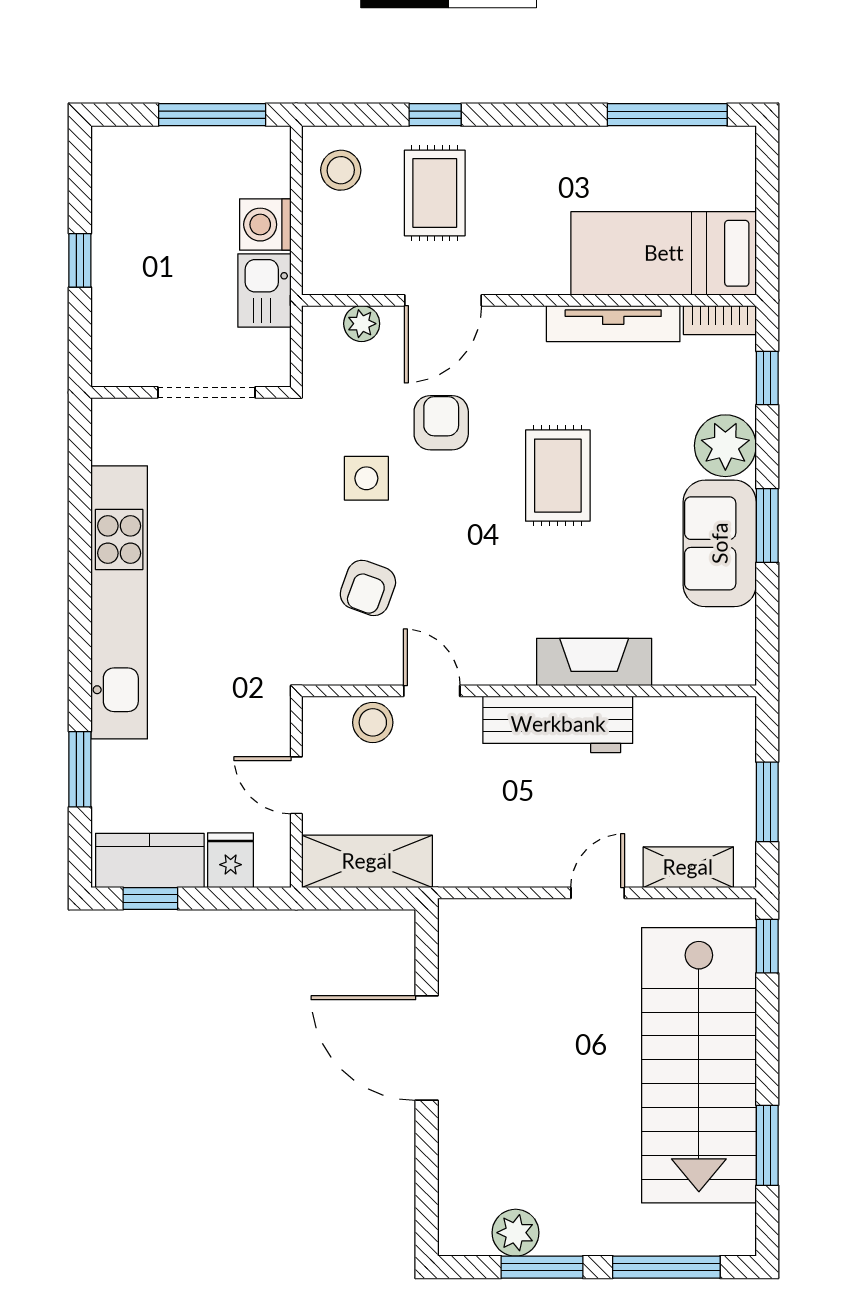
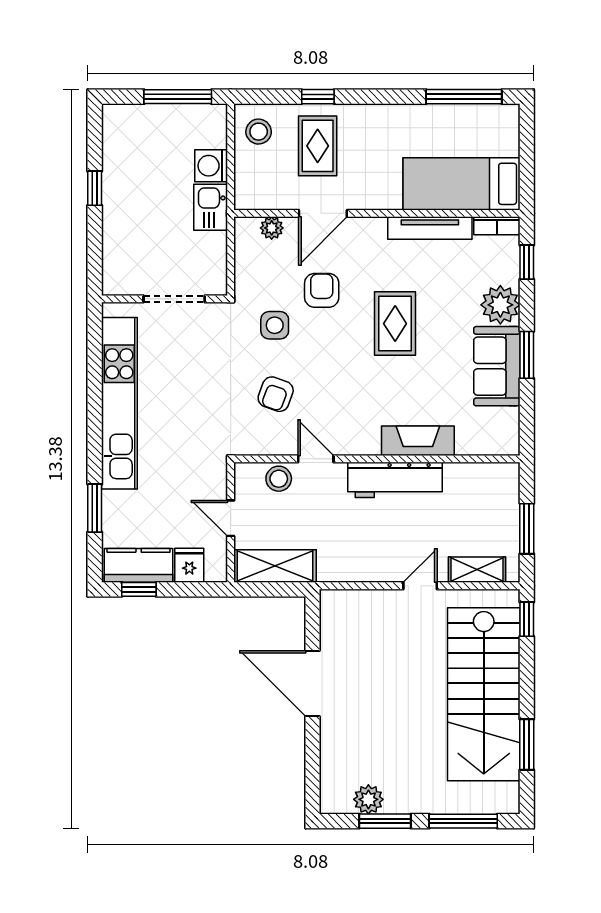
wall: (191, 392) -> (164, 299), moved
doorway: (207, 392) -> (174, 299), moved

